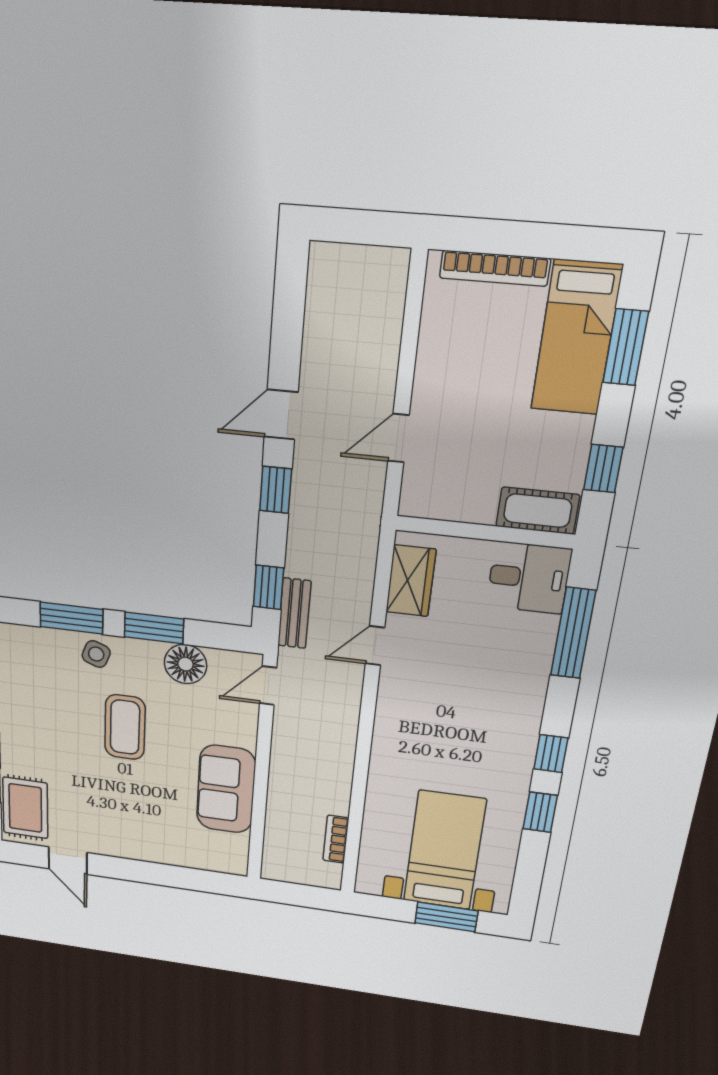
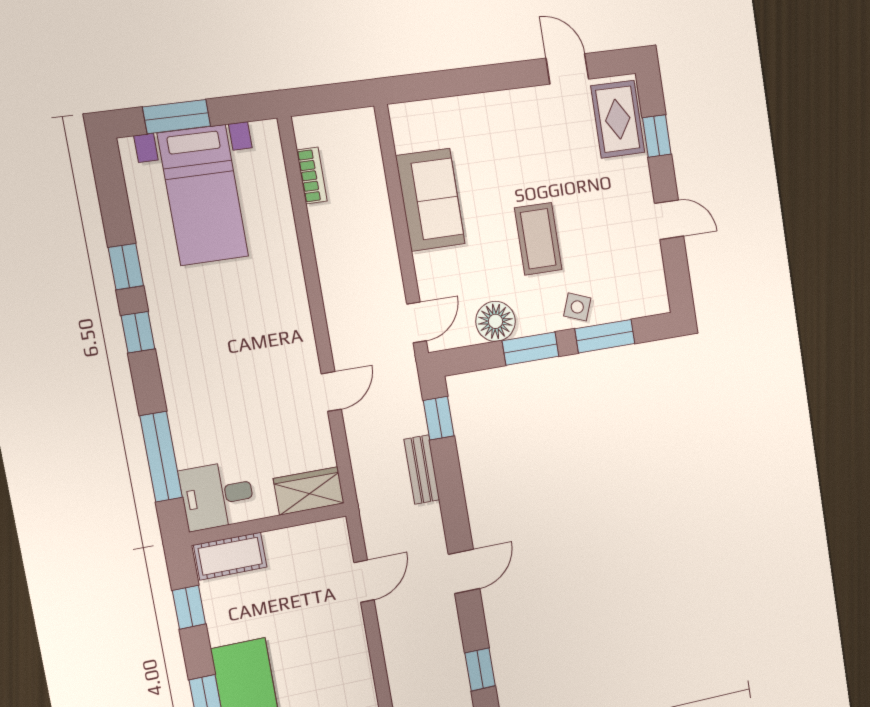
window: (276, 490) -> (480, 669), moved
wardrobe: (411, 581) -> (309, 491), moved, turned 90
bench: (294, 613) -> (422, 470), moved

